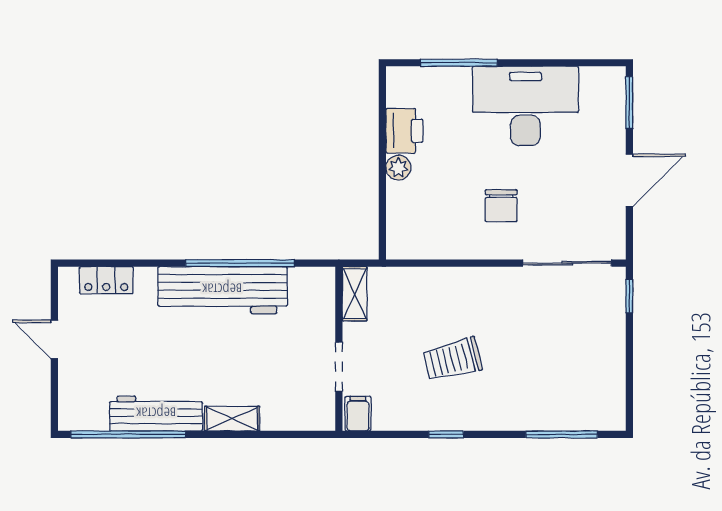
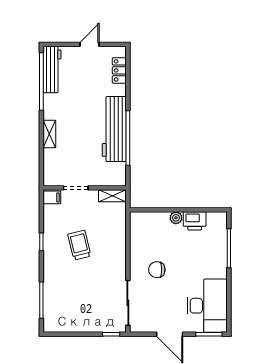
desk: (525, 106) -> (207, 306), moved
workbench: (156, 414) -> (52, 69), moved

